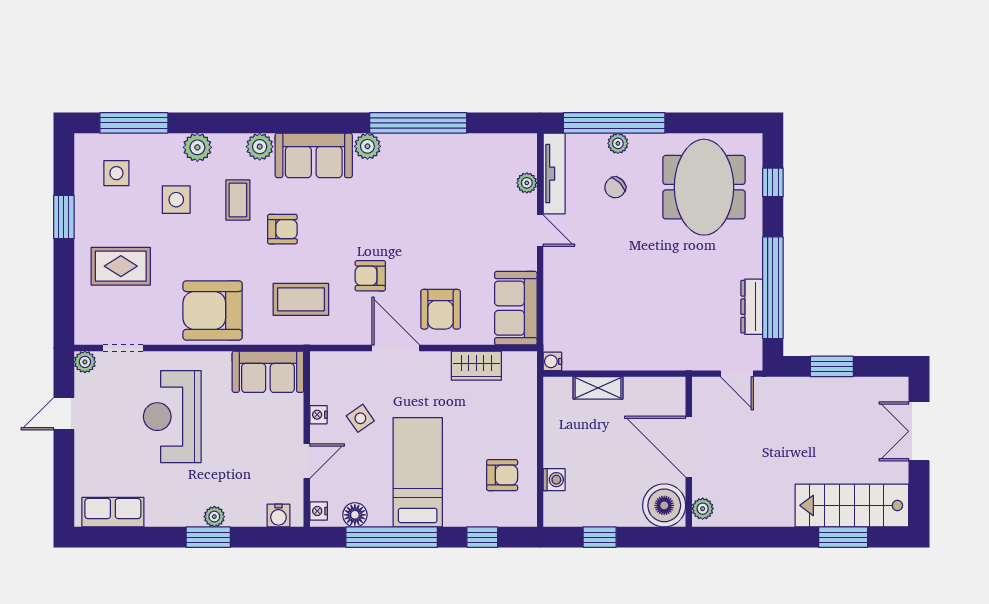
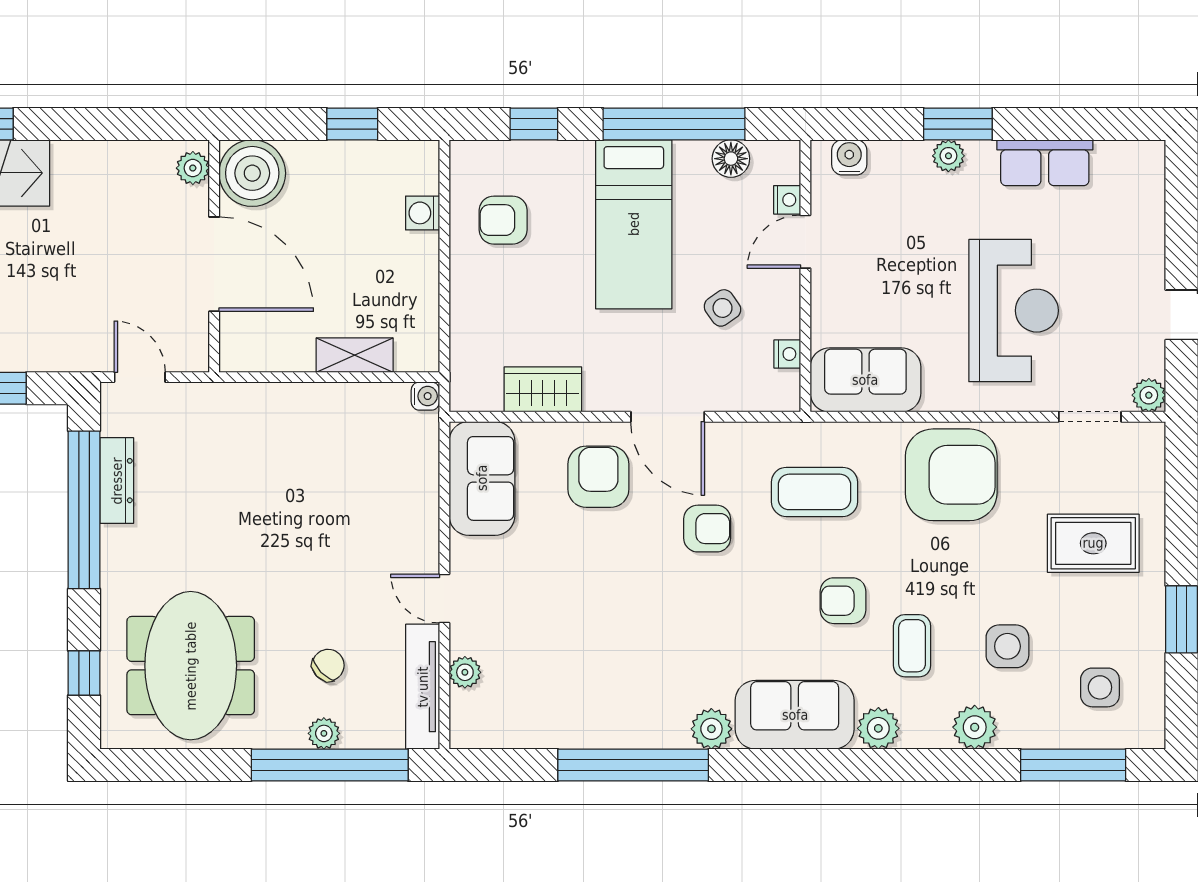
nightstand: (318, 415) -> (787, 354), moved
nightstand: (319, 511) -> (787, 200), moved
row of seats: (113, 512) -> (1045, 163), moved

